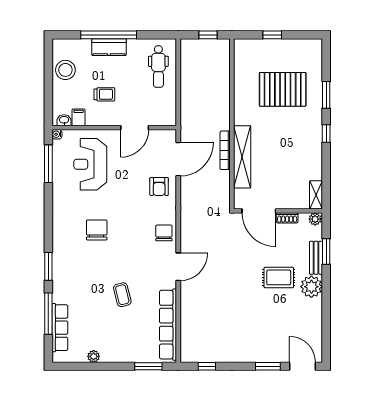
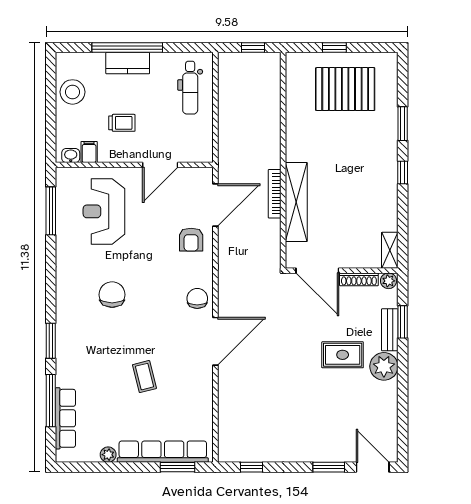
pallet: (283, 89) -> (345, 89), moved
water cooler: (57, 134) -> (62, 173), removed
shoe rack: (287, 218) -> (359, 279), width x1.43
door: (178, 267) -> (215, 341), width x1.36
row of seats: (168, 325) -> (163, 452), moved, turned 90

